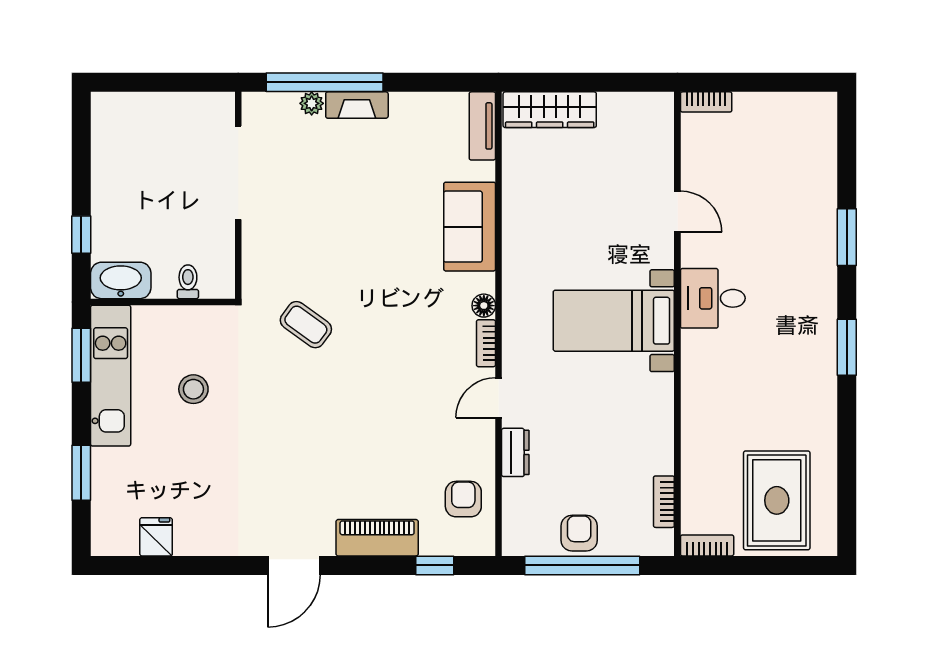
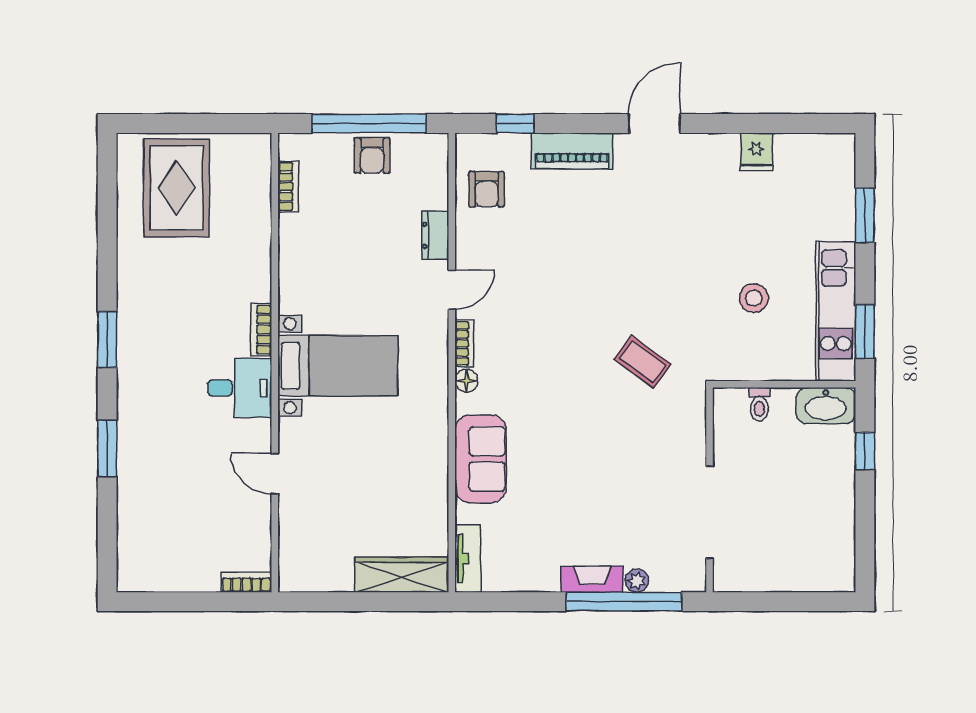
fridge: (156, 537) -> (756, 152), moved
bookcase: (707, 545) -> (261, 330), moved, turned 90

